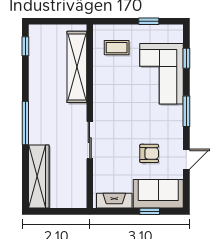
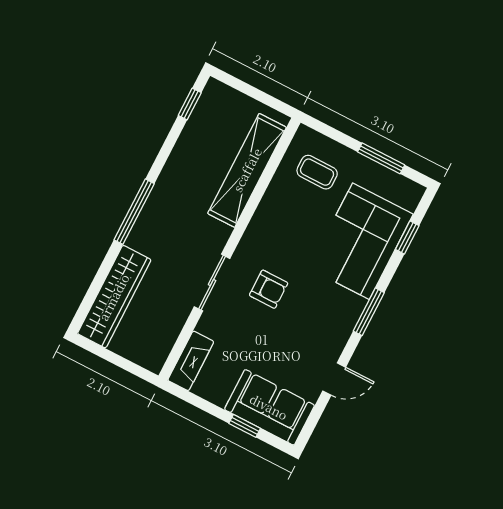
window: (149, 21) -> (381, 158), width x1.50
armchair: (149, 153) -> (269, 289), moved
fireplace: (114, 201) -> (191, 361), moved, turned 90

